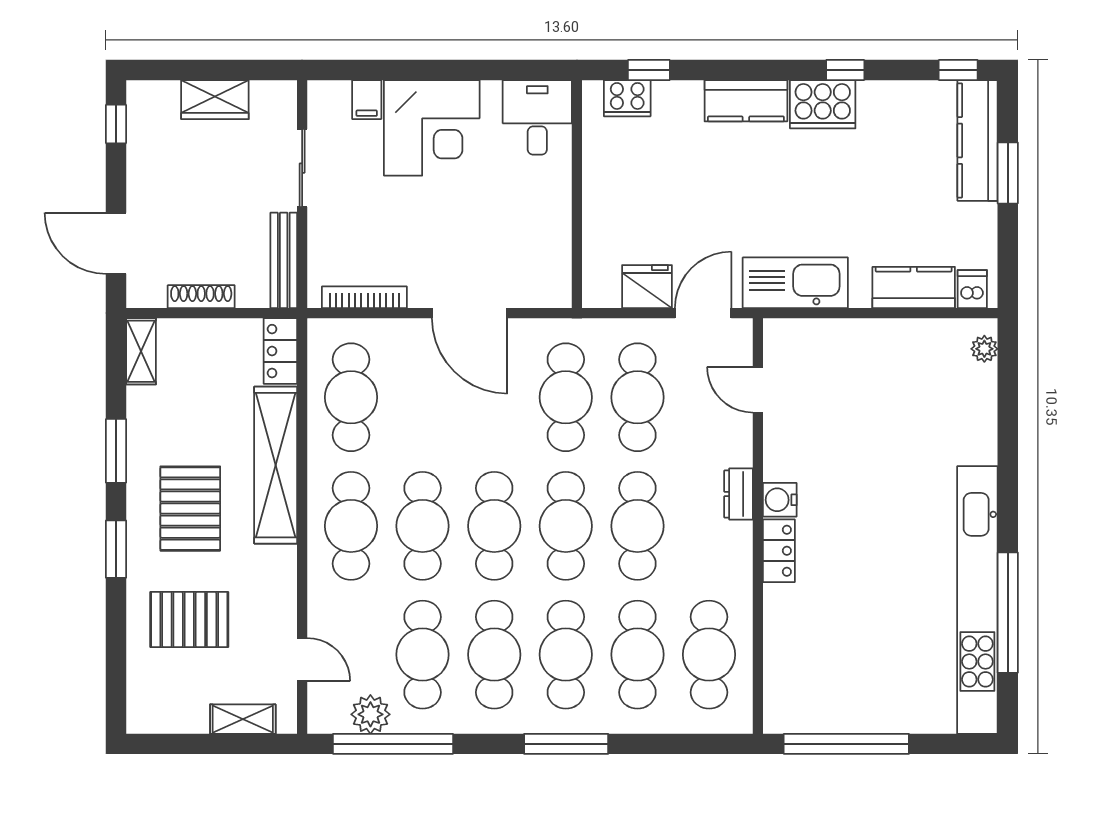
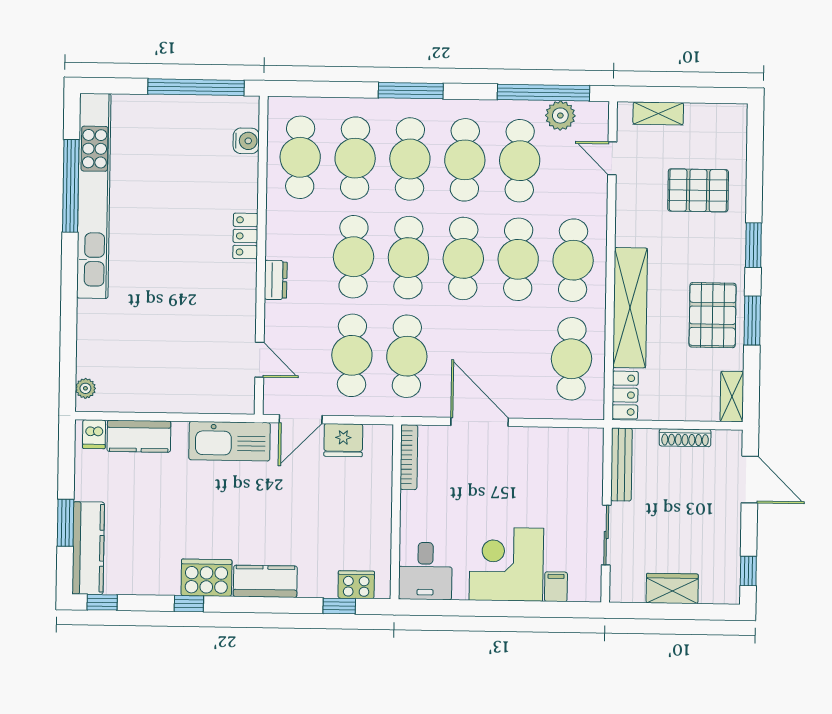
bookcase: (364, 297) -> (409, 457), moved, turned -90
water cooler: (780, 500) -> (246, 141), moved
pallet: (190, 509) -> (713, 315), moved

